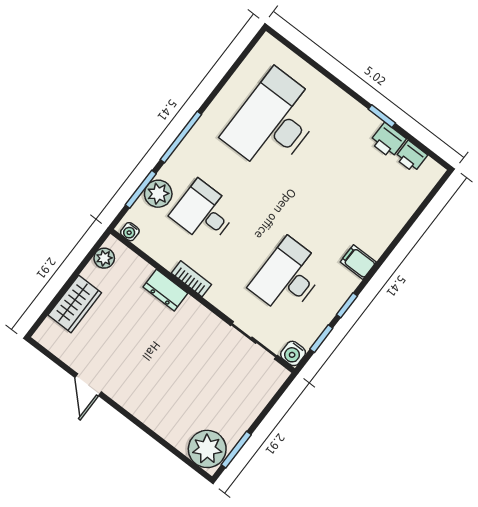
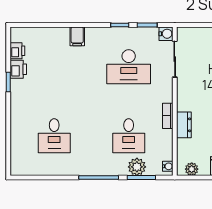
desk: (273, 122) -> (54, 136), width x0.53, depth x0.77
filing cabinet: (358, 262) -> (77, 36), moved

